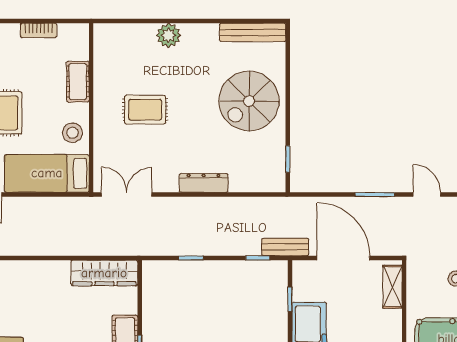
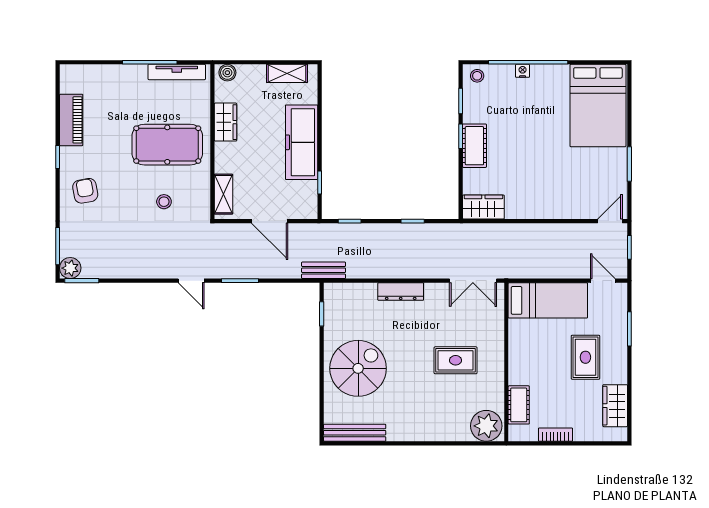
plant: (169, 35) -> (486, 426), moved, width x1.36, depth x1.36
cot: (78, 82) -> (519, 405), moved
stool: (72, 133) -> (524, 339), removed
bench: (285, 247) -> (324, 270), moved
door: (343, 258) -> (270, 221), width x0.73
wardrobe: (104, 273) -> (483, 207), width x0.67

